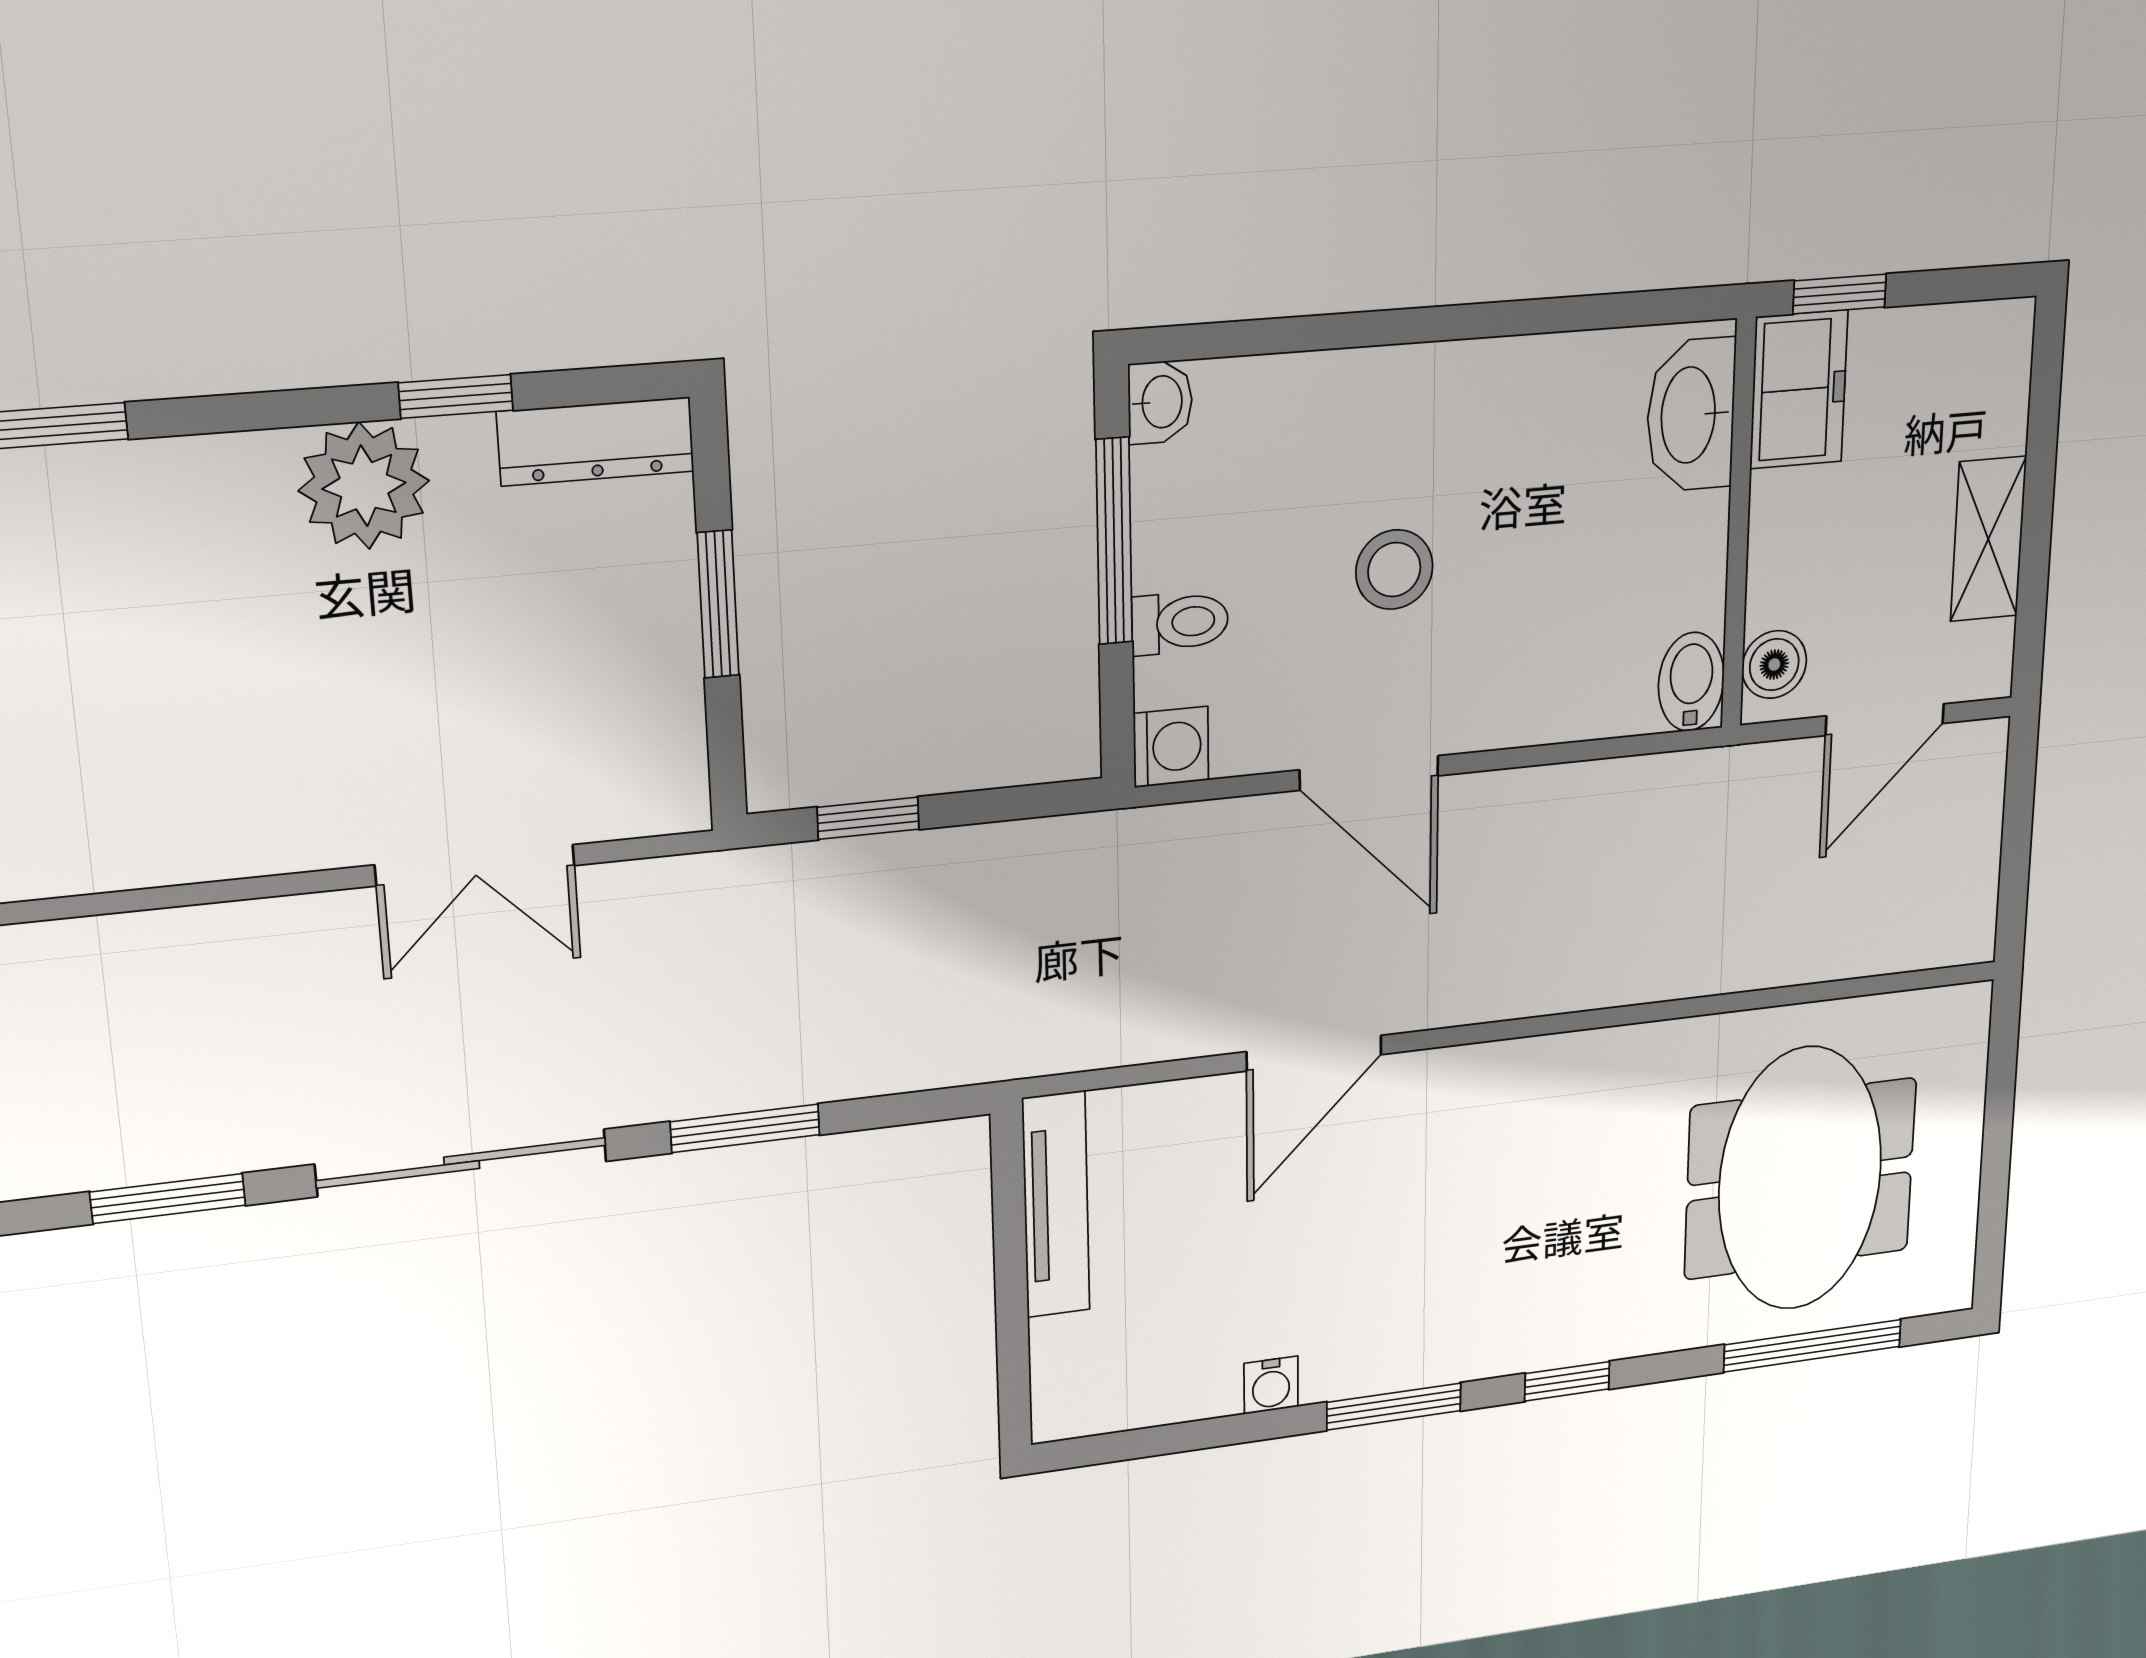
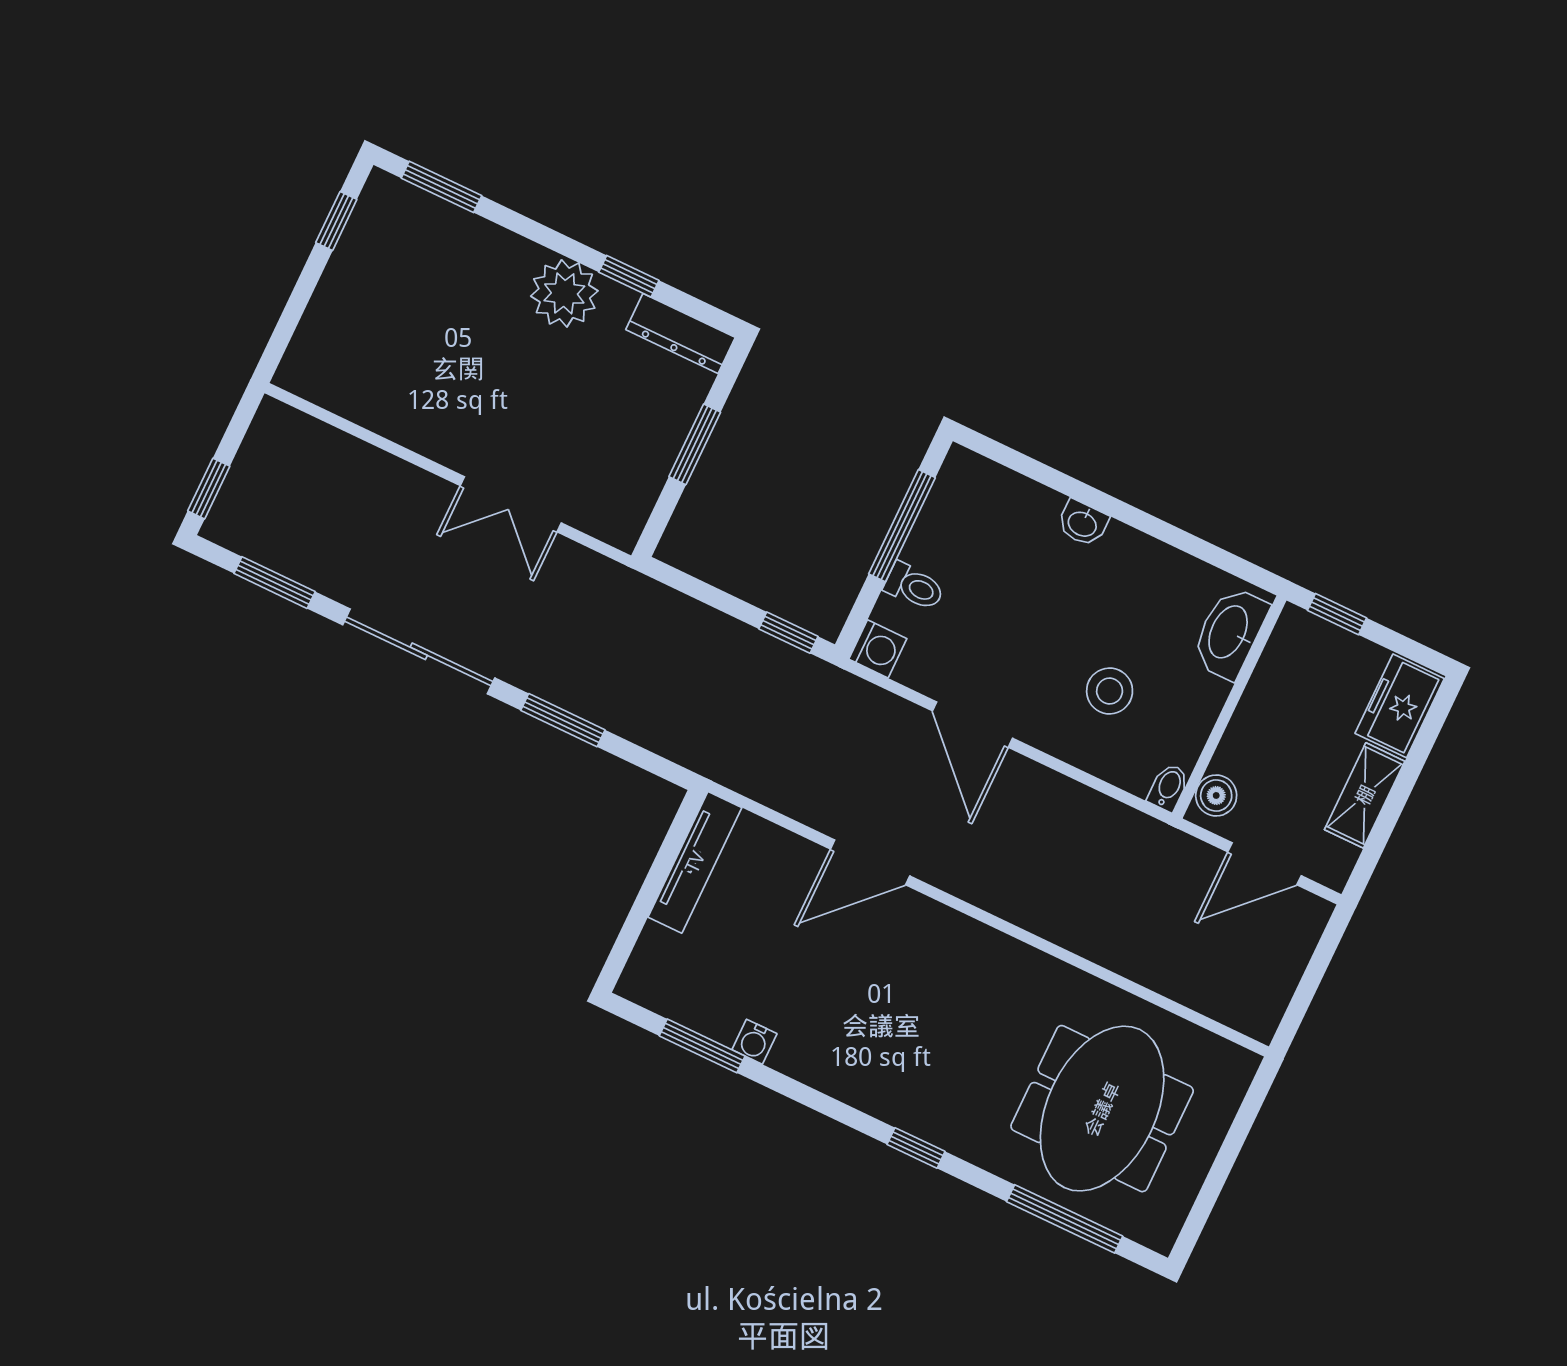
freezer: (1799, 390) -> (1400, 706), moved, turned 180
washbasin: (1160, 402) -> (1083, 523), moved, turned 90
stool: (1394, 570) -> (1110, 691), moved
bidet: (1691, 682) -> (1168, 787), width x0.72, depth x0.74
window: (868, 818) -> (788, 633), moved
window: (1394, 1407) -> (702, 1046), moved

